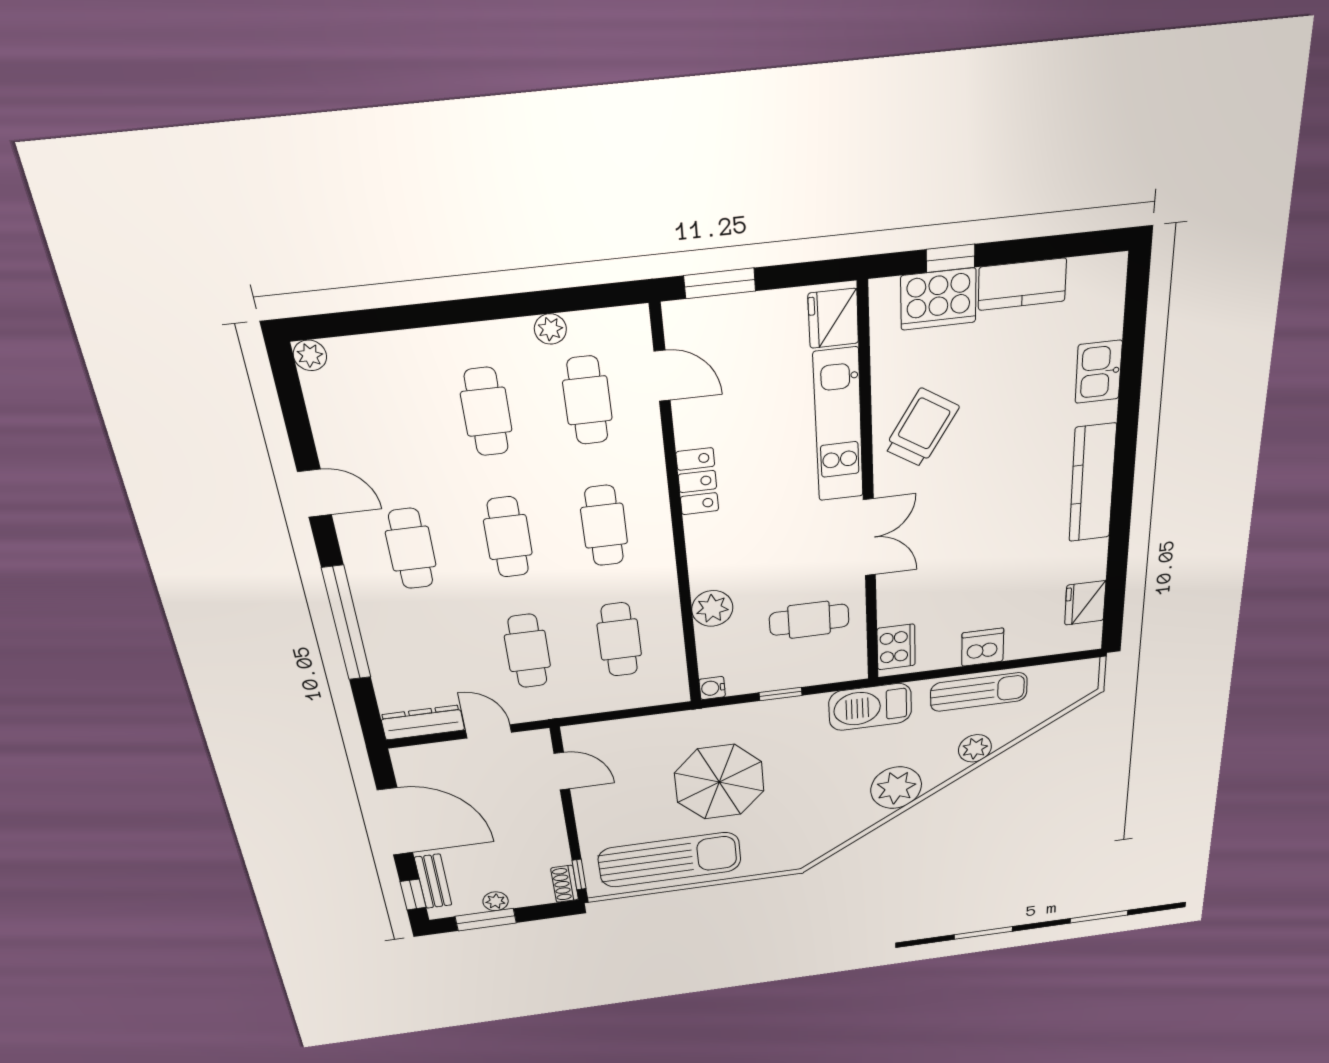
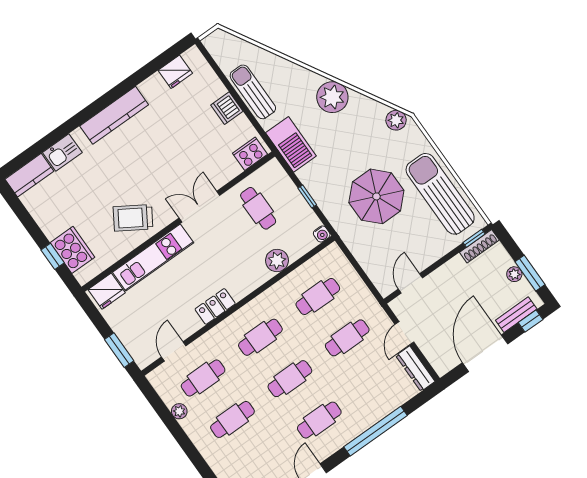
kitchen counter: (1022, 284) -> (29, 175), moved, turned 90
plant: (975, 748) -> (396, 120), moved
shoe rack: (565, 884) -> (479, 246), width x1.43

